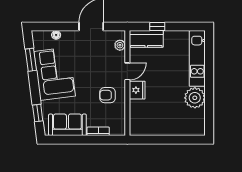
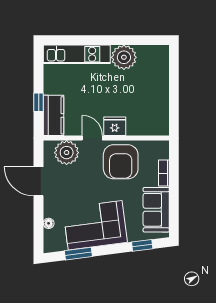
plant: (120, 45) -> (67, 153), width x1.87, depth x1.87
armchair: (108, 95) -> (121, 162), width x1.88, depth x1.88

